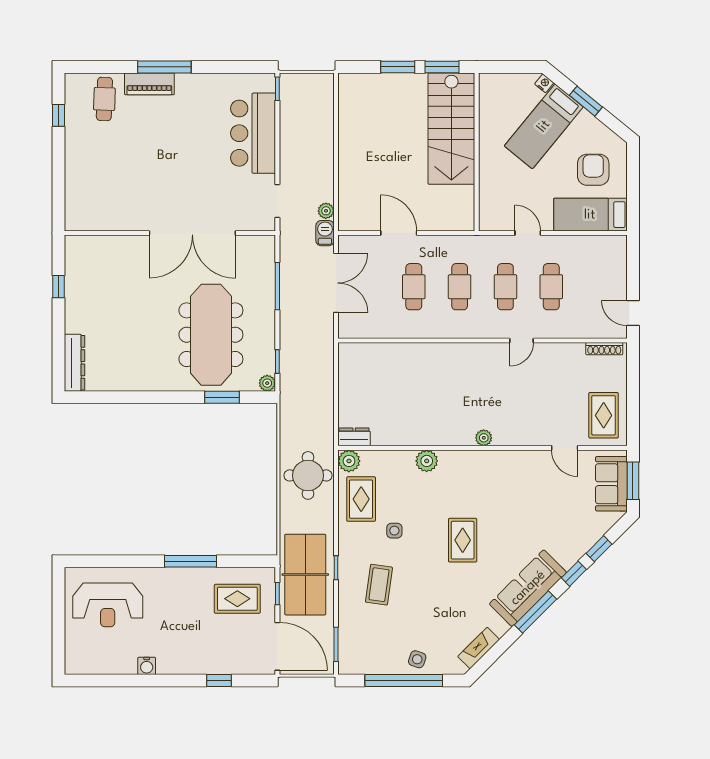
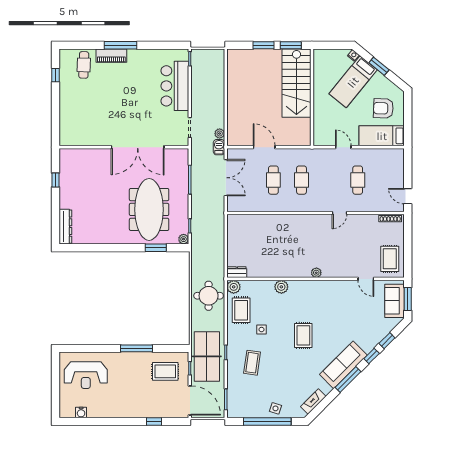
armchair: (593, 170) -> (383, 108), turned -88
cafe table: (505, 287) -> (330, 180), removed
water cooler: (147, 666) -> (81, 412), moved

